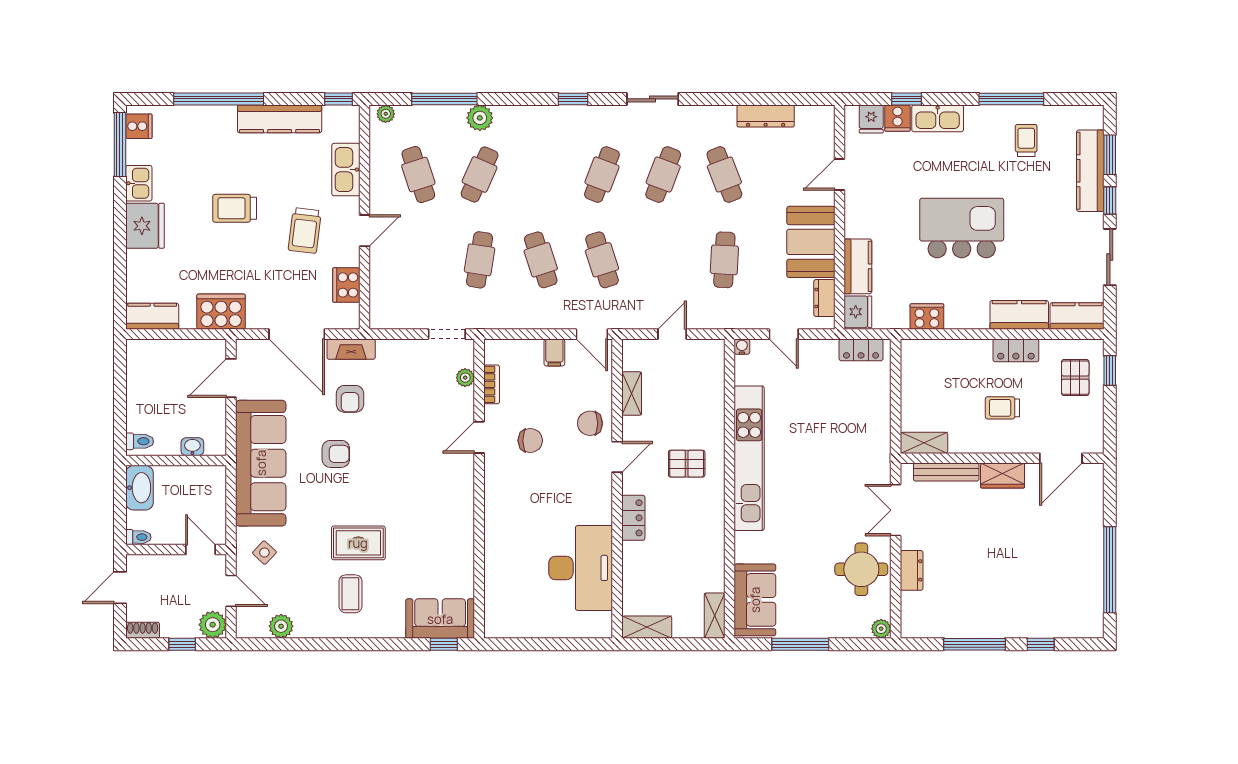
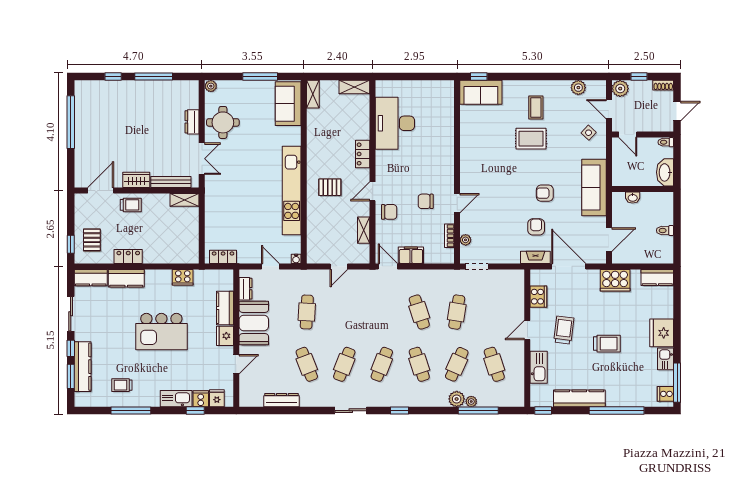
plant: (386, 114) -> (471, 401), moved
trolley: (1026, 141) -> (122, 385), turned 90
cafe table: (602, 260) -> (419, 364), moved
fridge: (858, 312) -> (225, 336), moved
filing cabinet: (554, 352) -> (411, 255), width x2.00
trolley: (1002, 408) -> (131, 205), moved
toilet: (140, 441) -> (665, 230), moved
sofa: (261, 463) -> (594, 187), width x0.74, depth x0.79

